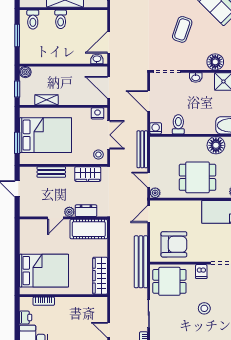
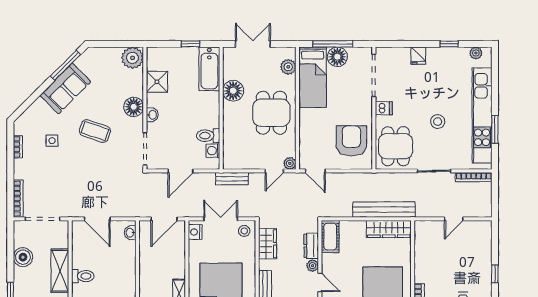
door: (109, 42) -> (97, 219), moved
floor lamp: (215, 62) -> (134, 107), moved
washing machine: (156, 128) -> (213, 151), moved
bench: (142, 149) -> (232, 179), width x0.73
cot: (89, 229) -> (330, 237), width x0.73, depth x0.75
bench: (141, 262) -> (384, 210), moved
stool: (204, 308) -> (438, 122), moved

